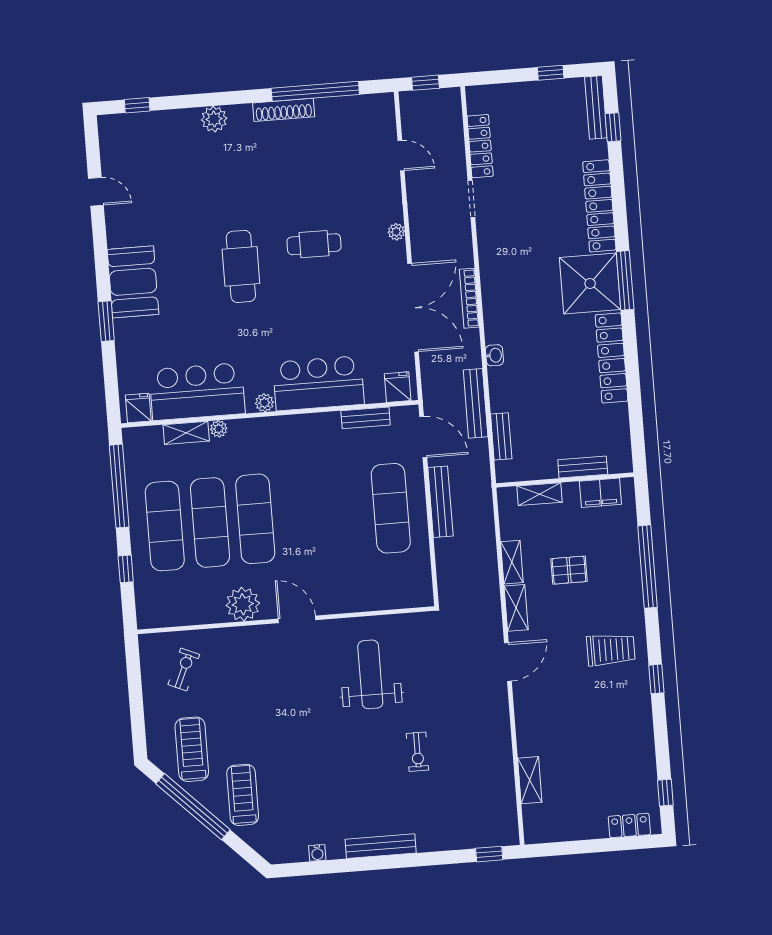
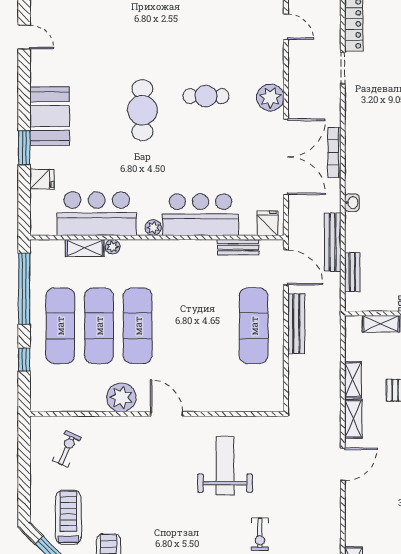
plant: (396, 232) -> (270, 97), width x1.88, depth x1.88
fridge: (138, 408) -> (42, 179), moved, turned 90

